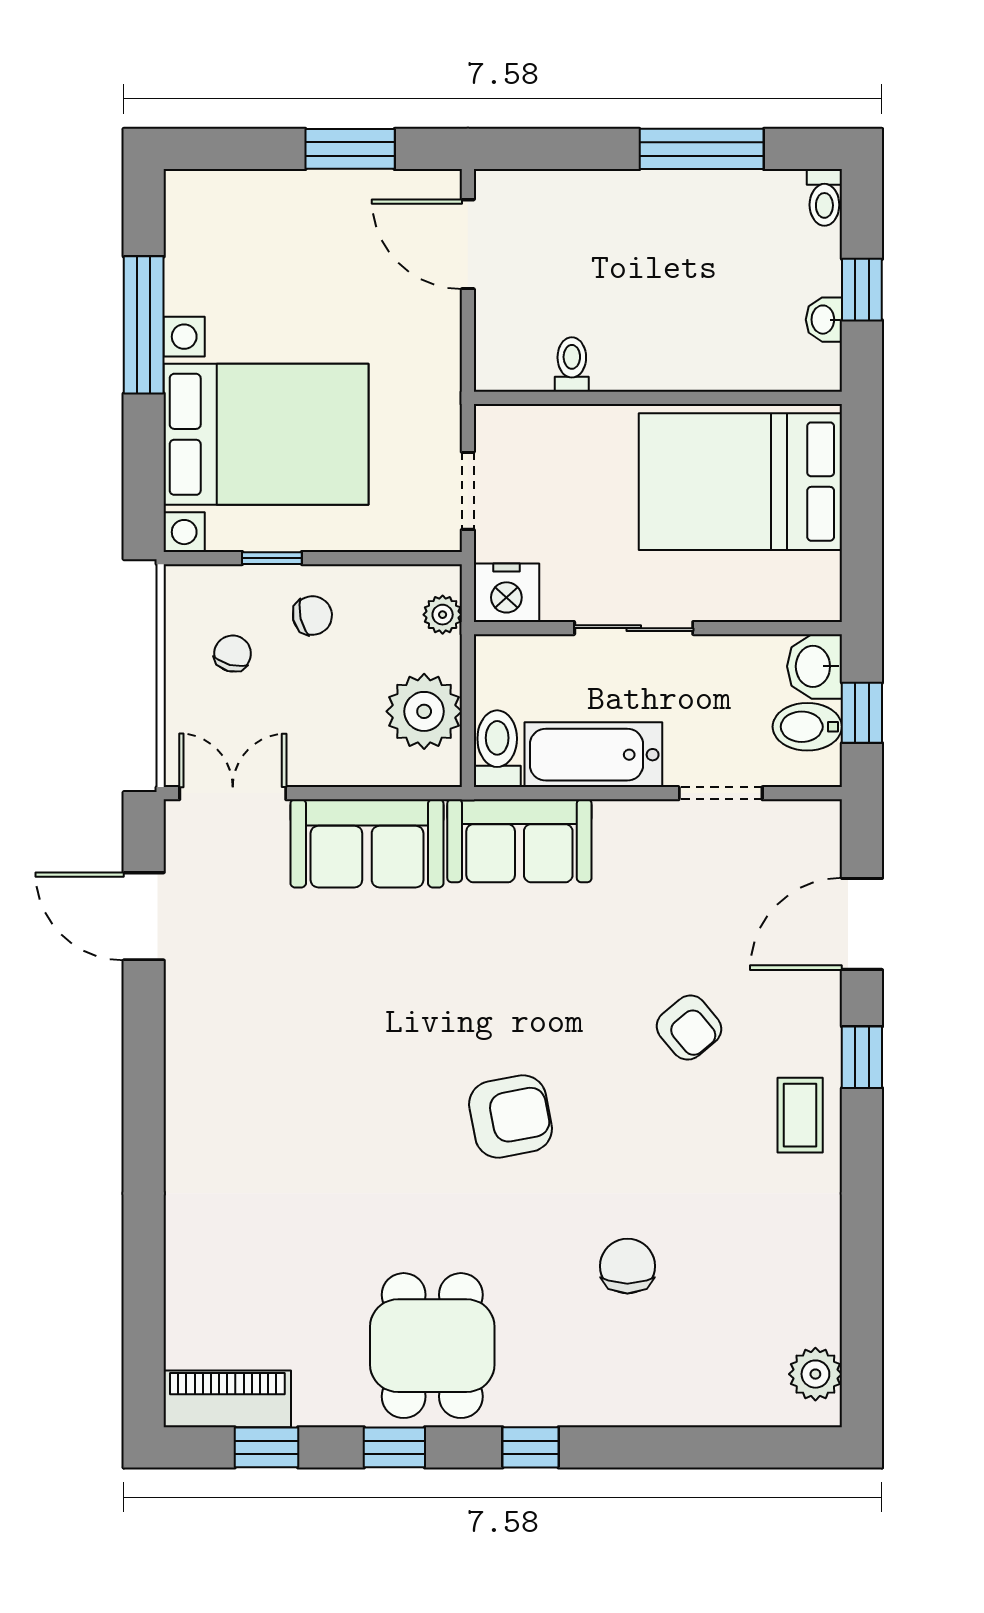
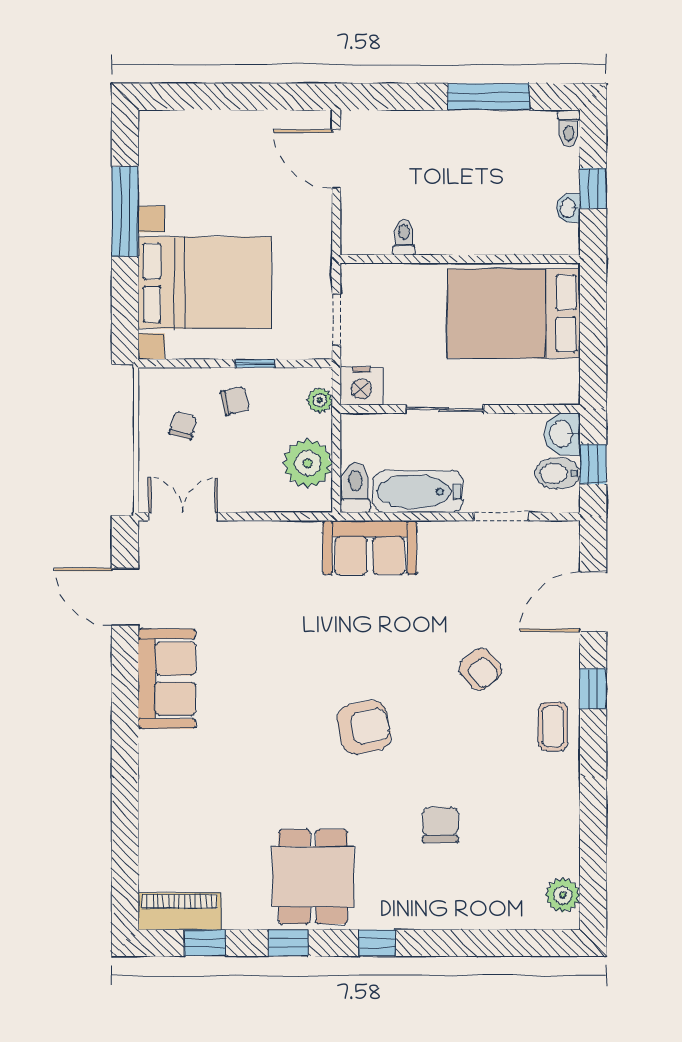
window: (350, 149) -> (259, 97), removed
window: (272, 558) -> (255, 363), moved
sofa: (367, 843) -> (167, 679), moved, turned -90

